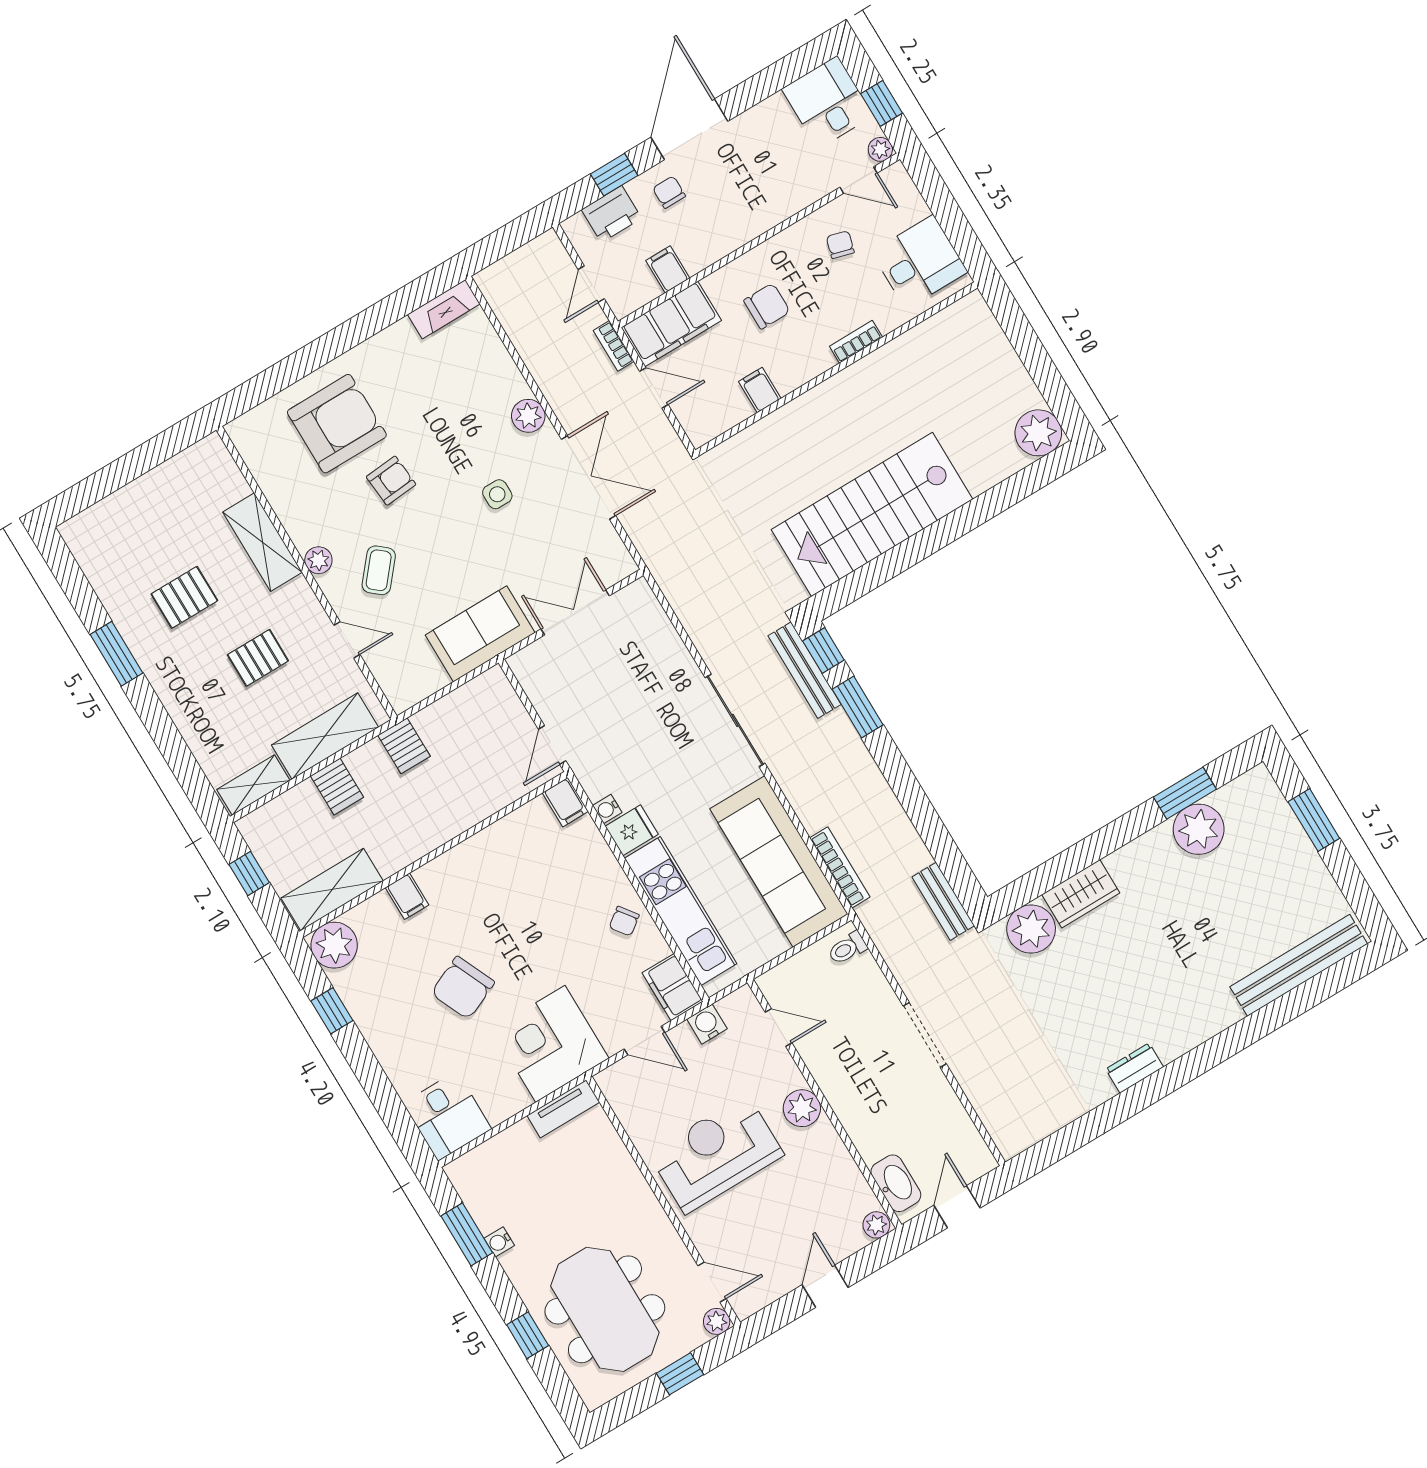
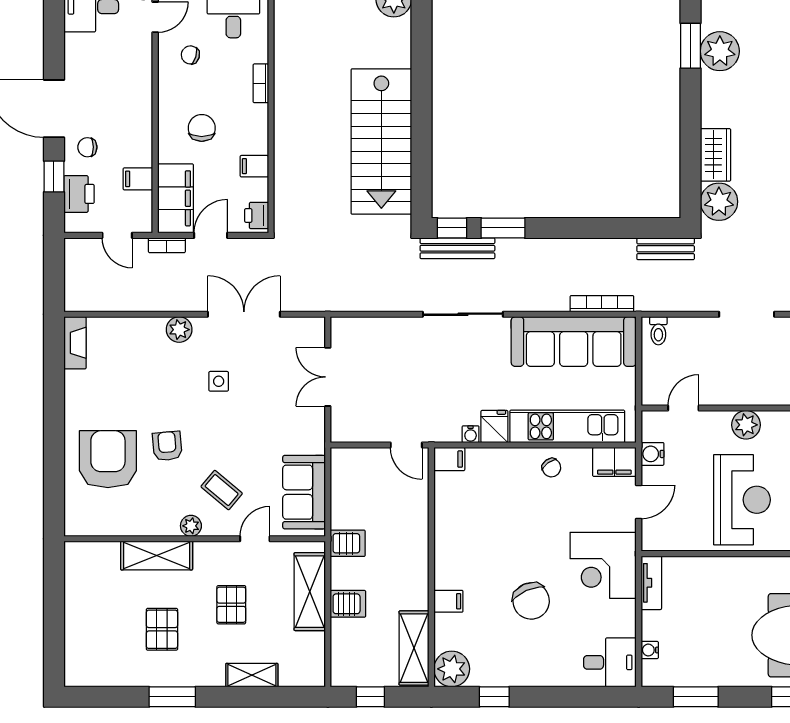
printer: (707, 426) -> (257, 215), added
sofa: (480, 634) -> (304, 492), moved
shelving: (253, 785) -> (252, 675), moved, turned 90
reception desk: (716, 1154) -> (742, 500), turned 180
water cooler: (499, 1242) -> (650, 650), moved, turned 90

